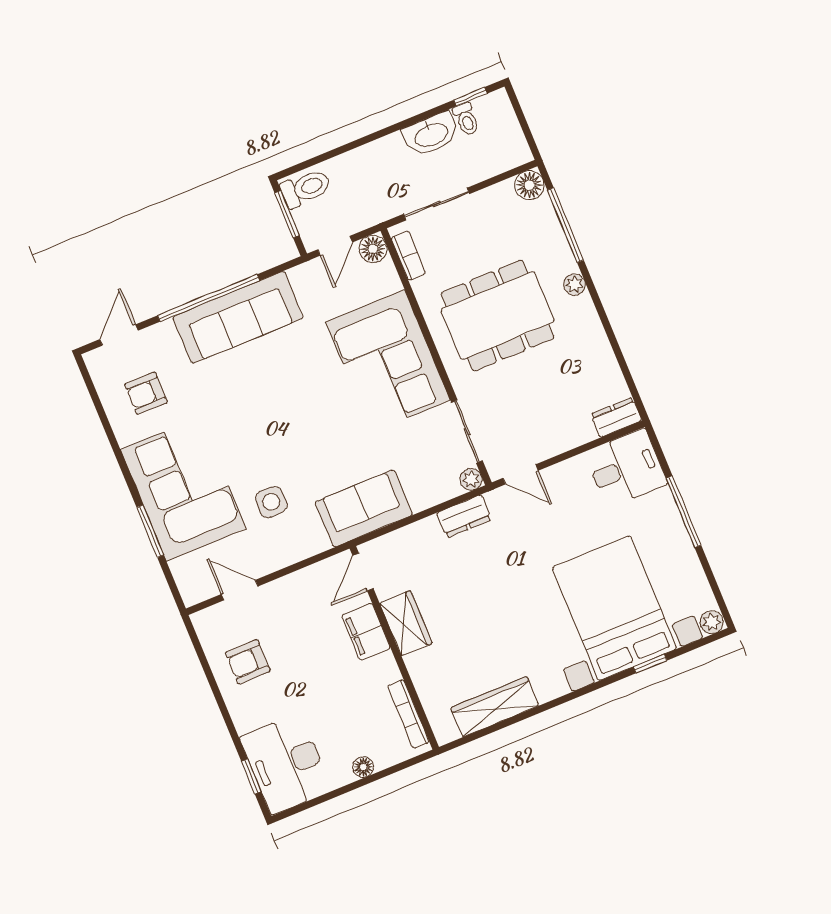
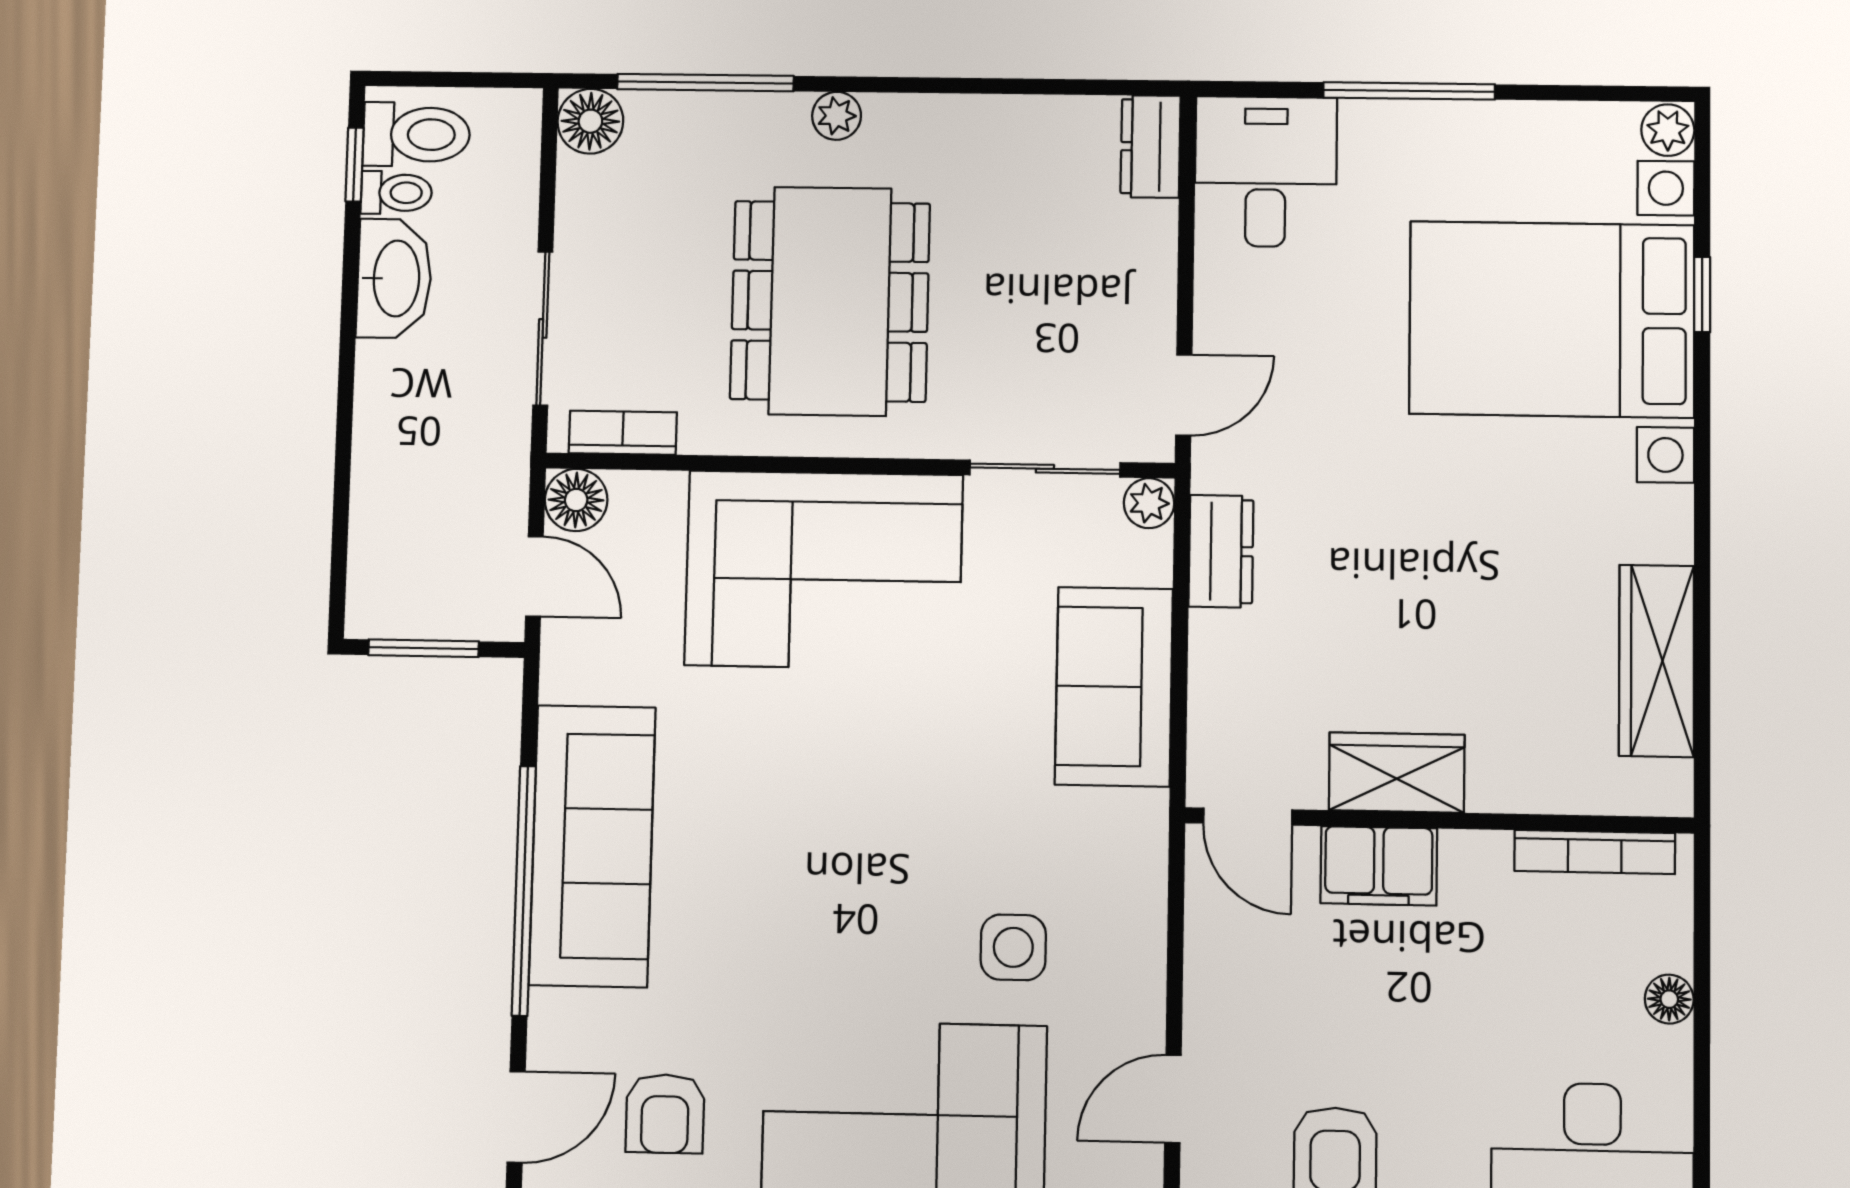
toilet: (306, 188) -> (416, 134), moved, turned 90
door: (119, 335) -> (516, 1117), swing flipped
sofa: (364, 508) -> (1114, 687), moved

